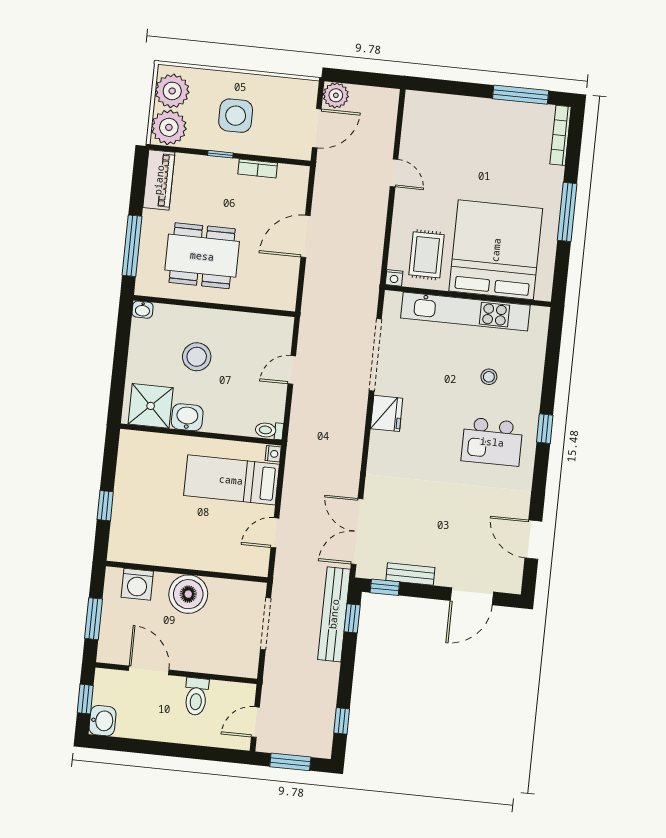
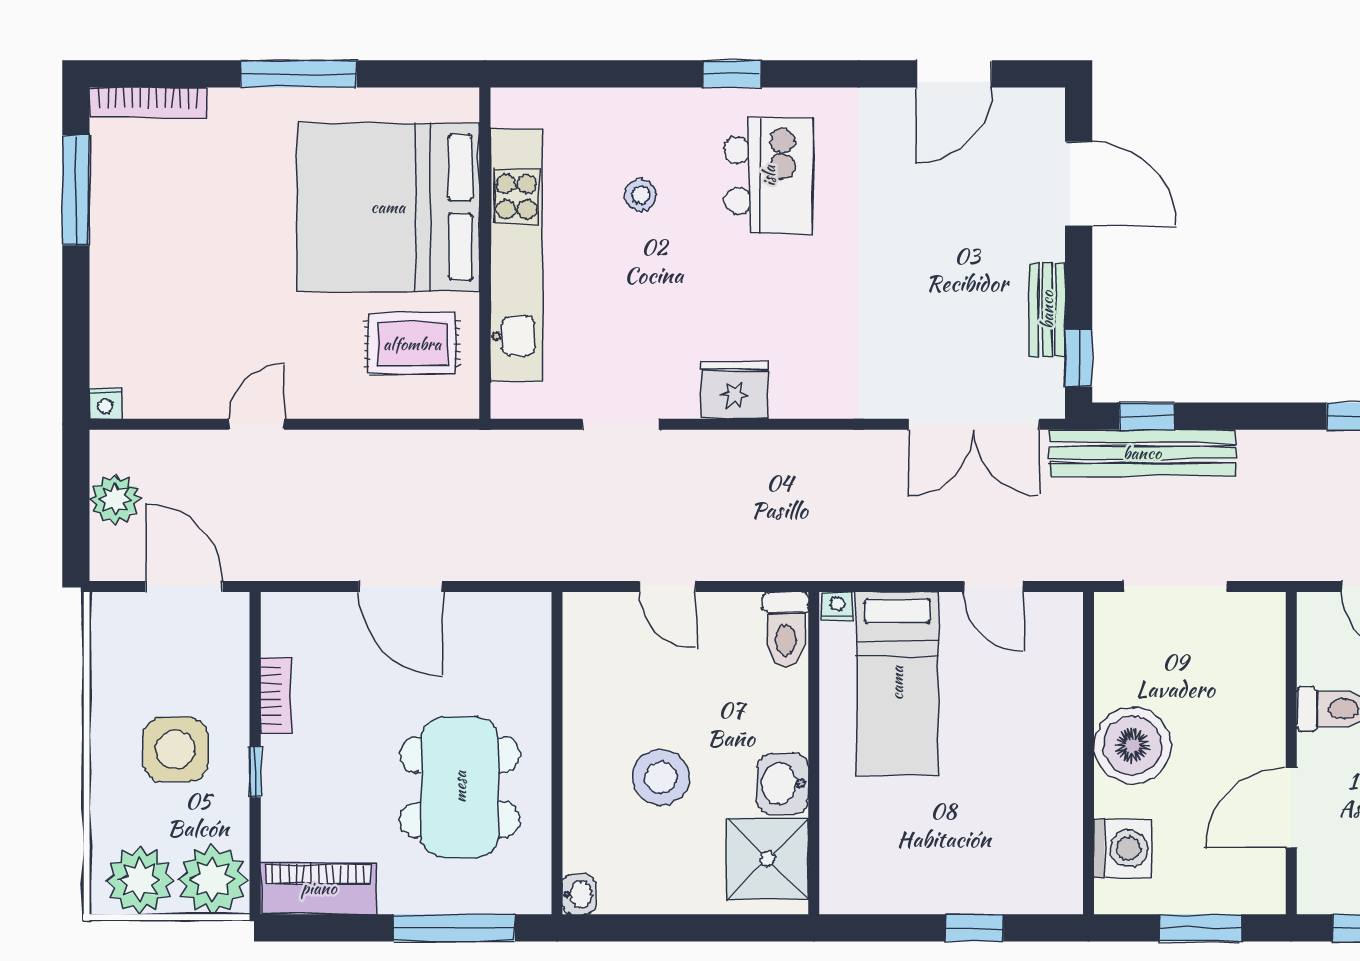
plant: (336, 95) -> (115, 499), moved
nightstand: (394, 278) -> (105, 404), moved, turned 90
doorway: (375, 355) -> (620, 424), width x0.53
toilet: (269, 430) -> (785, 629), width x1.37, depth x1.39

